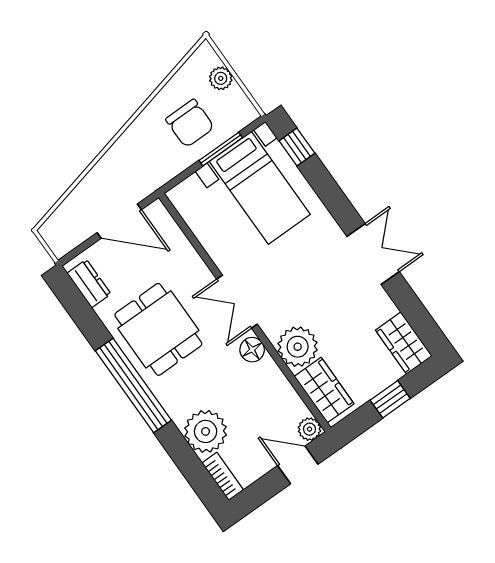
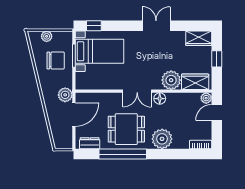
plant: (143, 182) -> (65, 95), added
window: (133, 386) -> (123, 154), moved
plant: (206, 431) -> (162, 139), moved

